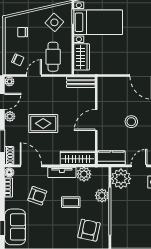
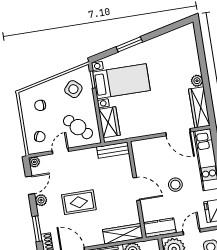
cafe table: (53, 57) -> (78, 127), turned -46
door: (96, 120) -> (137, 189), swing flipped

